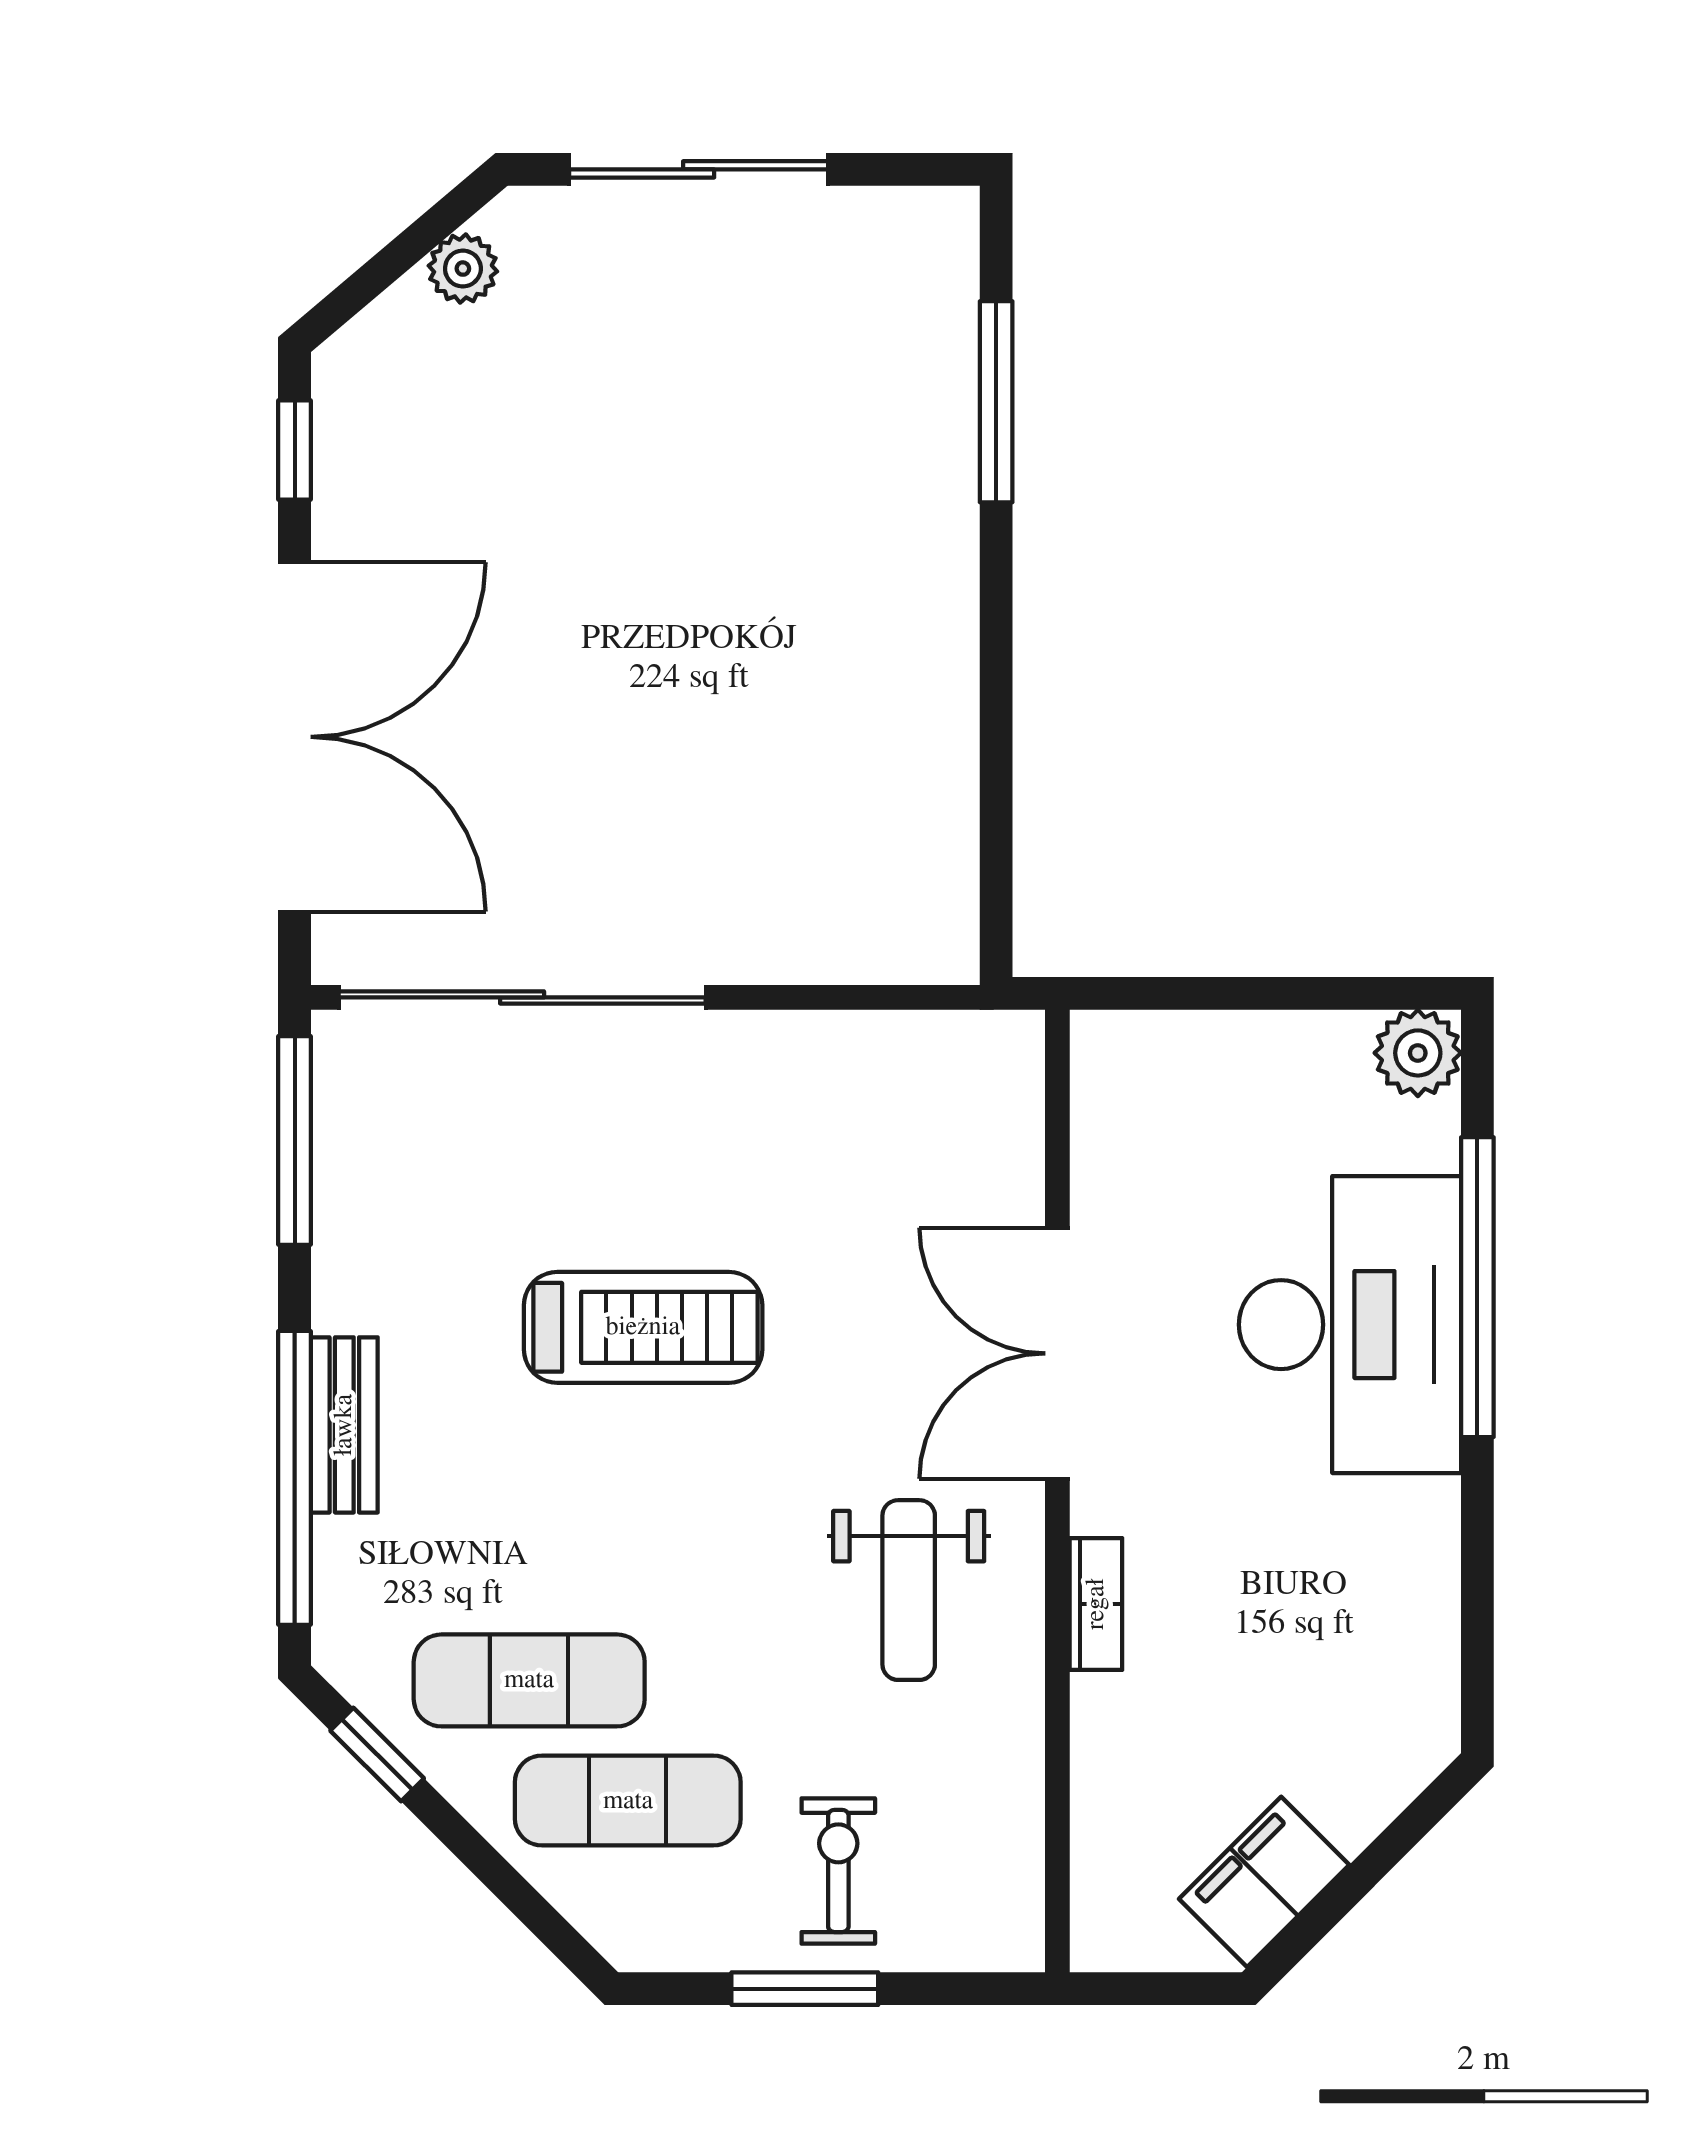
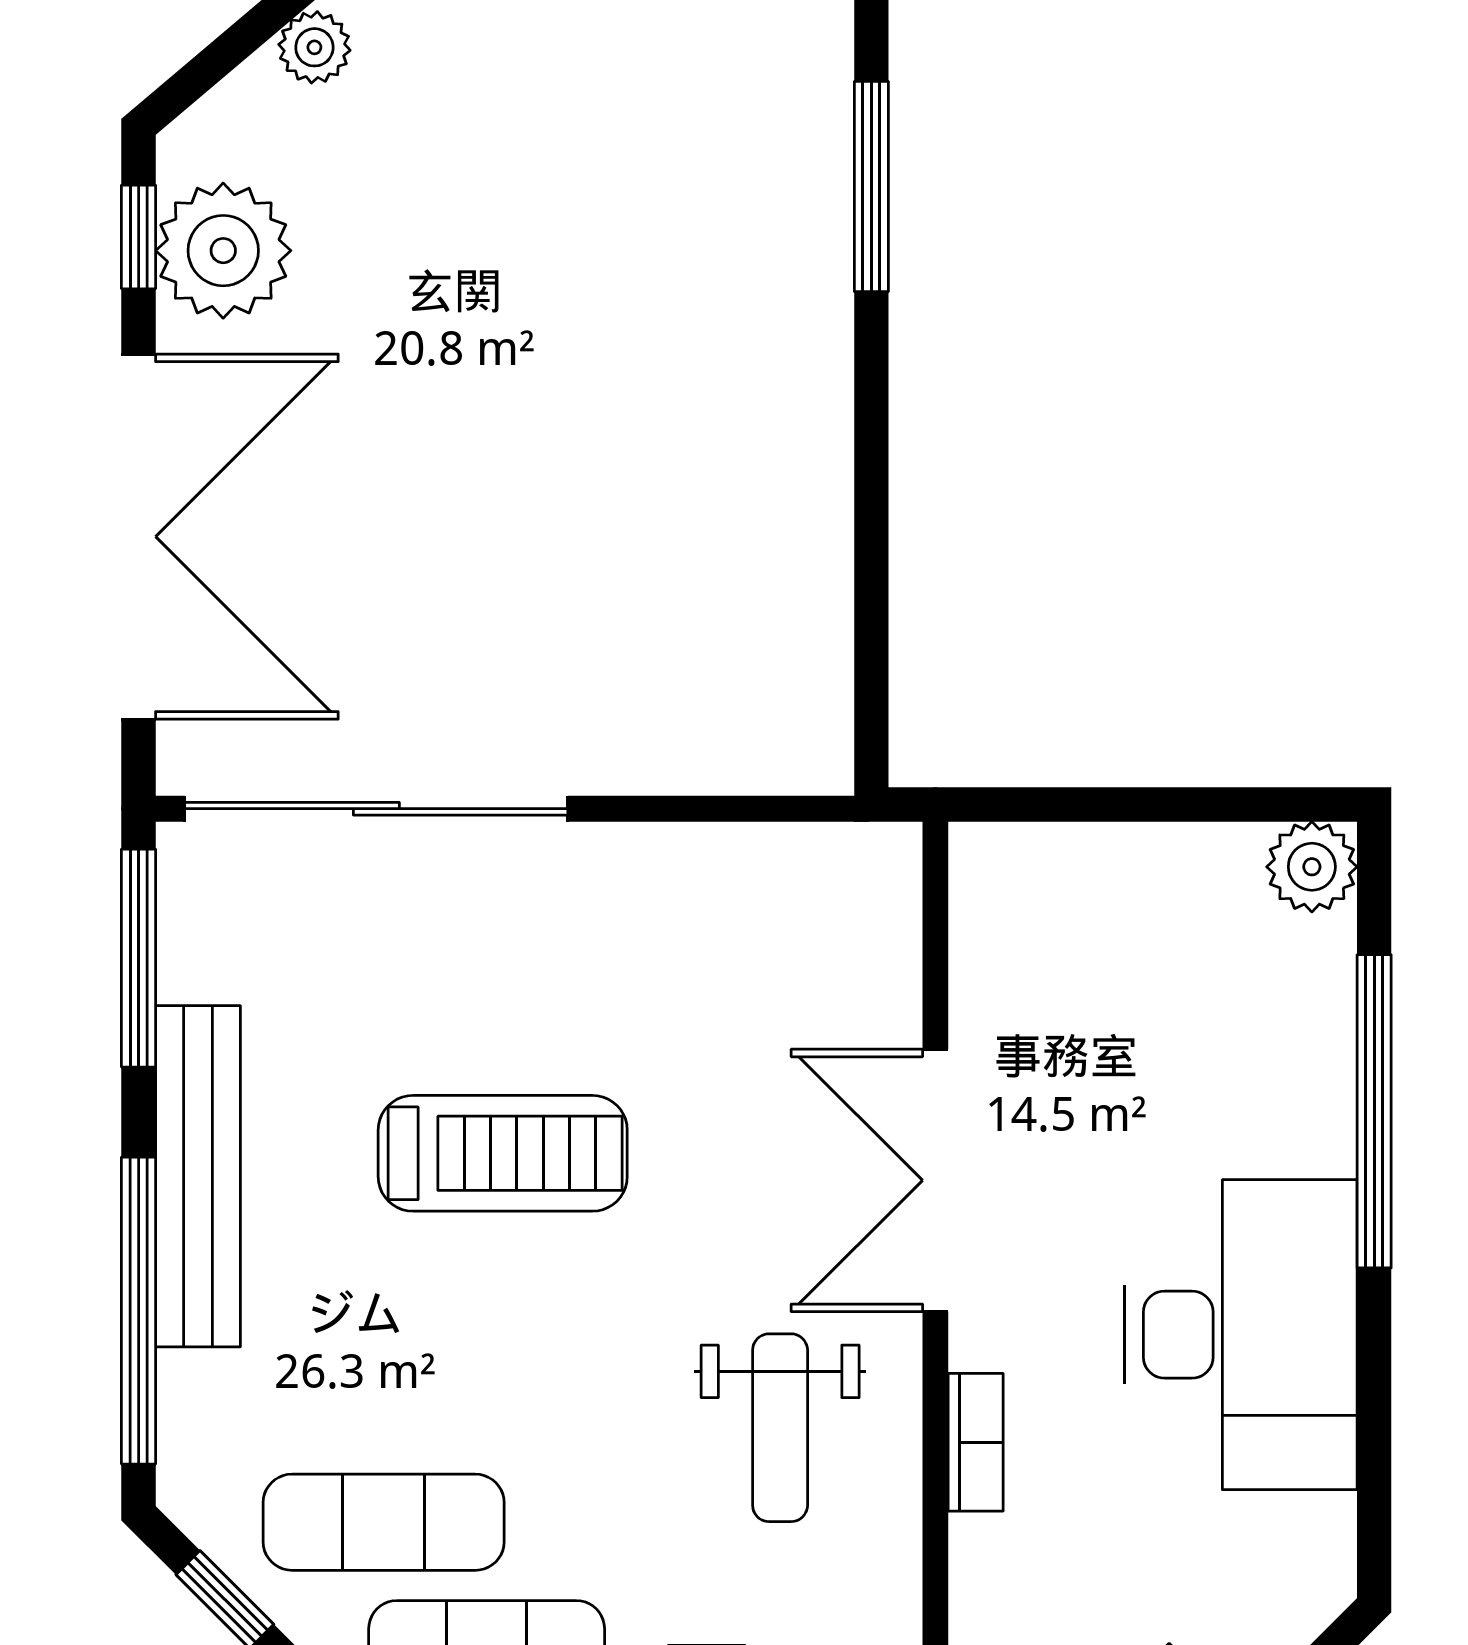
plant: (376, 463) -> (223, 251), added
desk: (1350, 1325) -> (1241, 1335), moved
bench: (344, 1425) -> (198, 1176), width x1.86, depth x1.21

